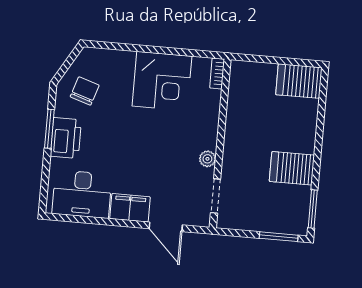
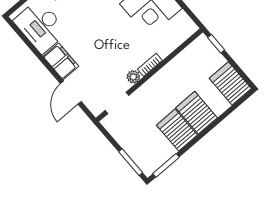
window: (252, 58) -> (216, 44), added
bookcase: (217, 73) -> (150, 65), moved
server rack: (294, 136) -> (196, 113), added

